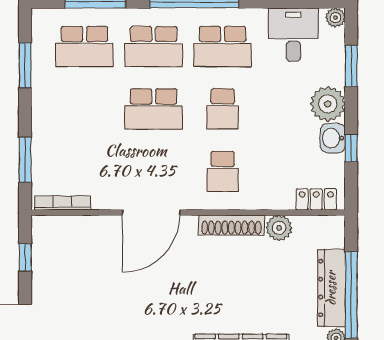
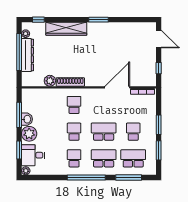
desk: (293, 35) -> (33, 155), moved, turned 90
school desk: (223, 47) -> (74, 158), width x0.54
school desk: (85, 109) -> (133, 132), added
window: (351, 148) -> (19, 115), width x2.17
window: (25, 160) -> (159, 125), moved
locker: (316, 199) -> (34, 93), removed
door: (151, 213) -> (117, 87), moved

